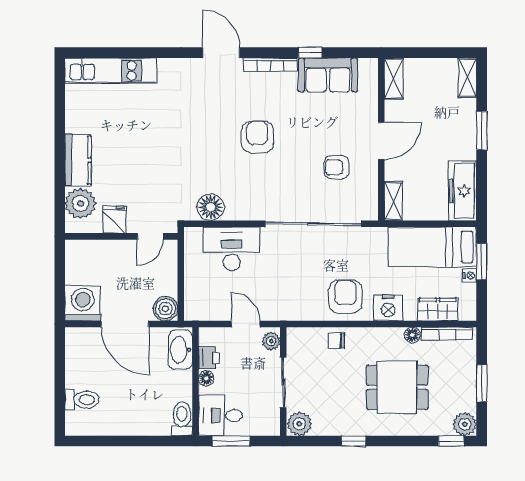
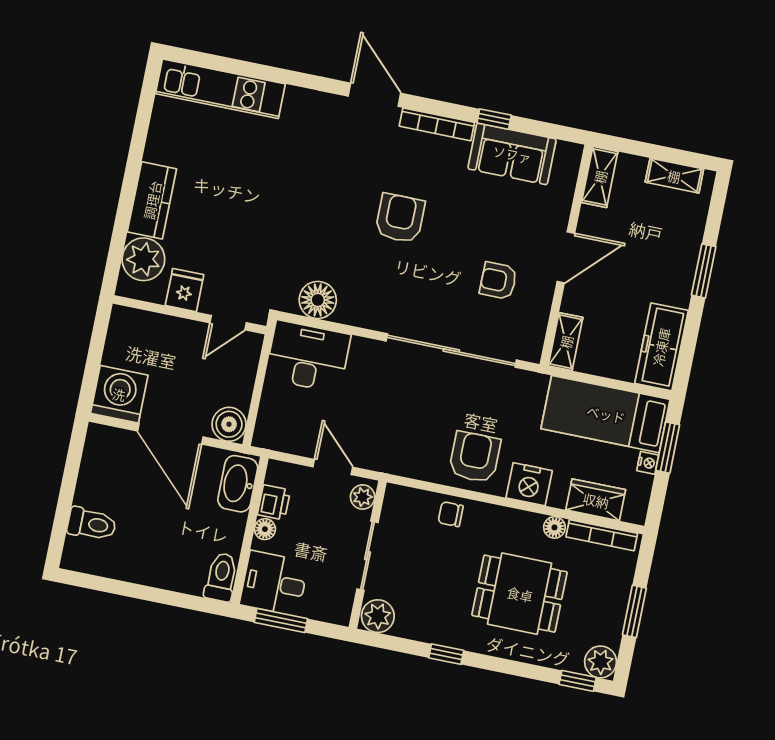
shelving: (467, 78) -> (674, 176), moved, turned 90
desk: (232, 249) -> (308, 356), moved

